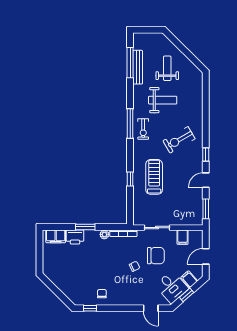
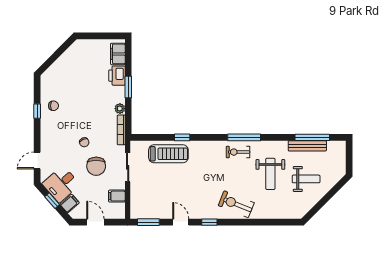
exercise bike: (179, 140) -> (236, 204), moved, turned -38
treadmill: (154, 177) -> (168, 154), moved
window: (90, 308) -> (37, 111), moved

